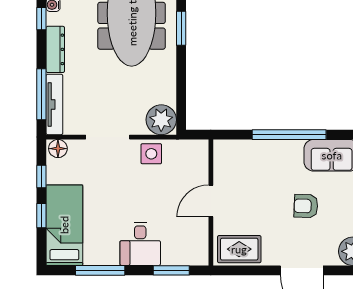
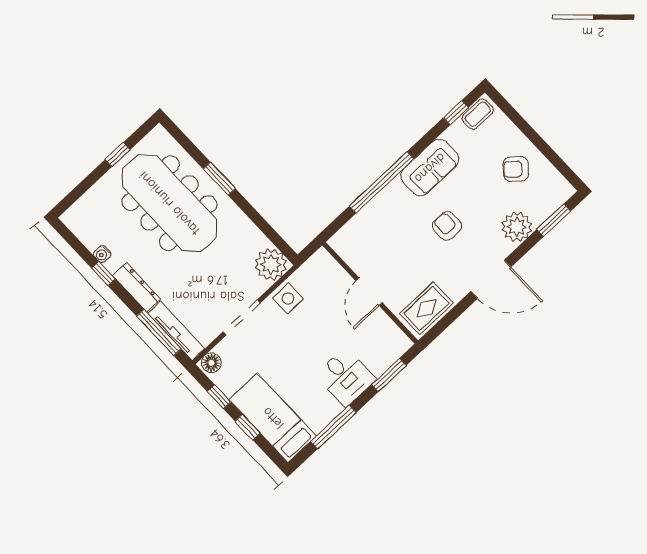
armchair: (306, 206) -> (447, 226), turned 88

